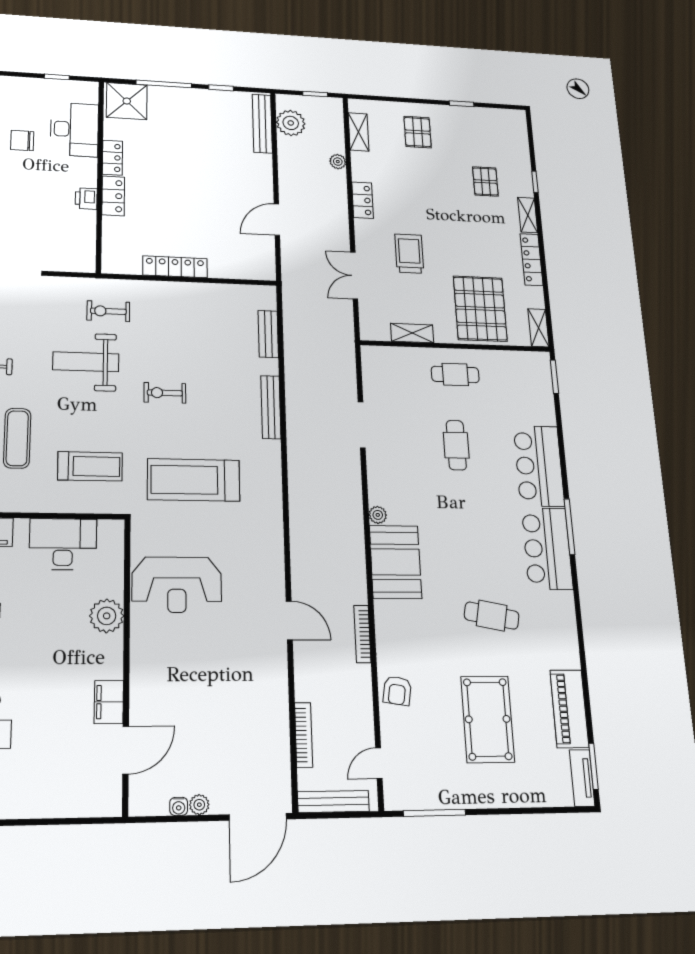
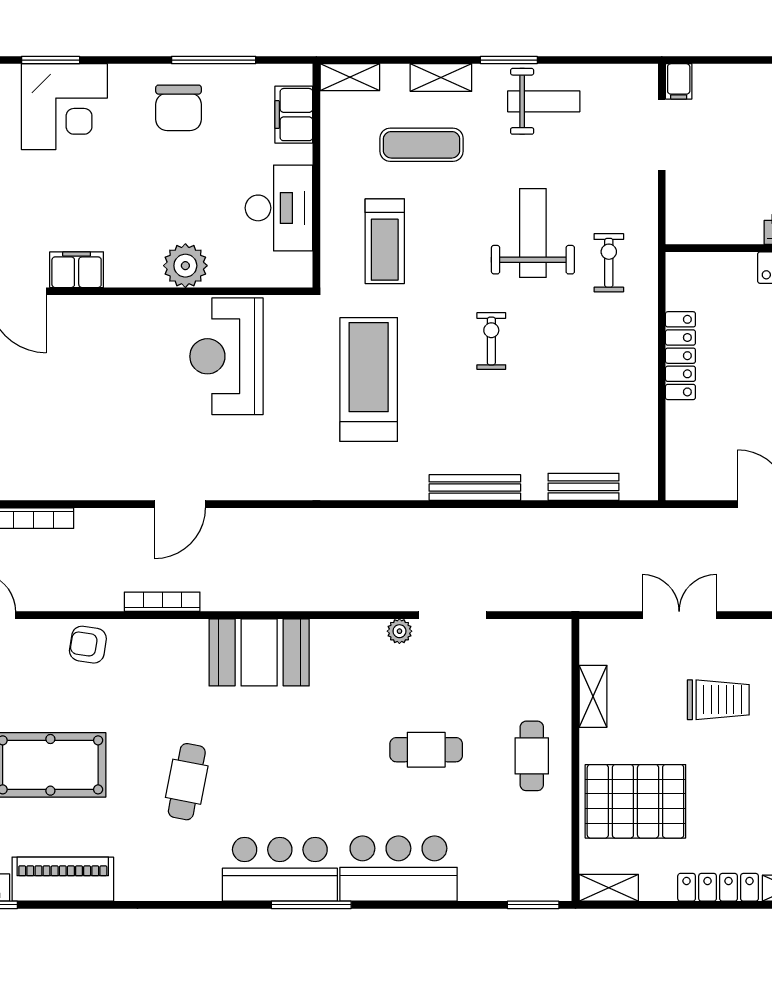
plant: (378, 515) -> (399, 631), moved

